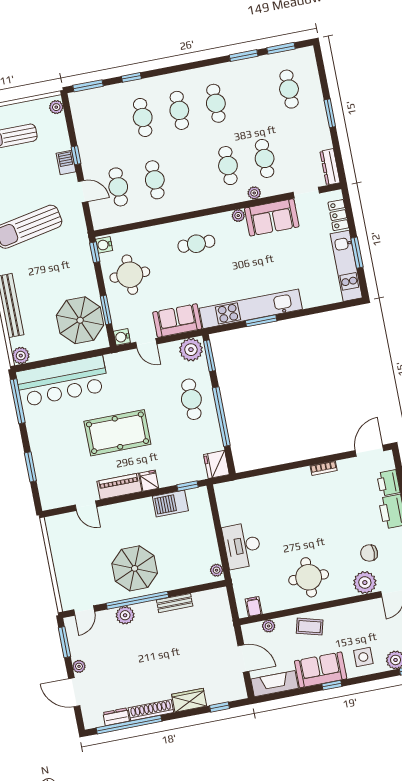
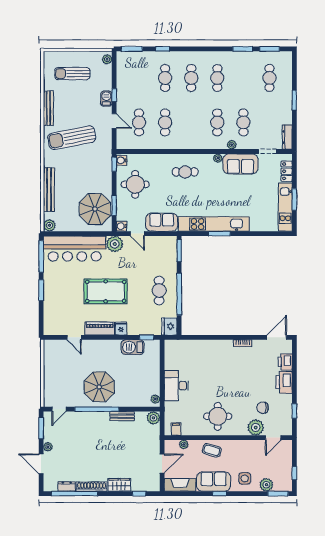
plant: (191, 350) -> (115, 244), moved
cafe table: (191, 399) -> (159, 291), moved
window: (30, 467) -> (41, 290), moved
plant: (125, 615) -> (153, 418), moved
door: (243, 659) -> (162, 463), hinge flipped

